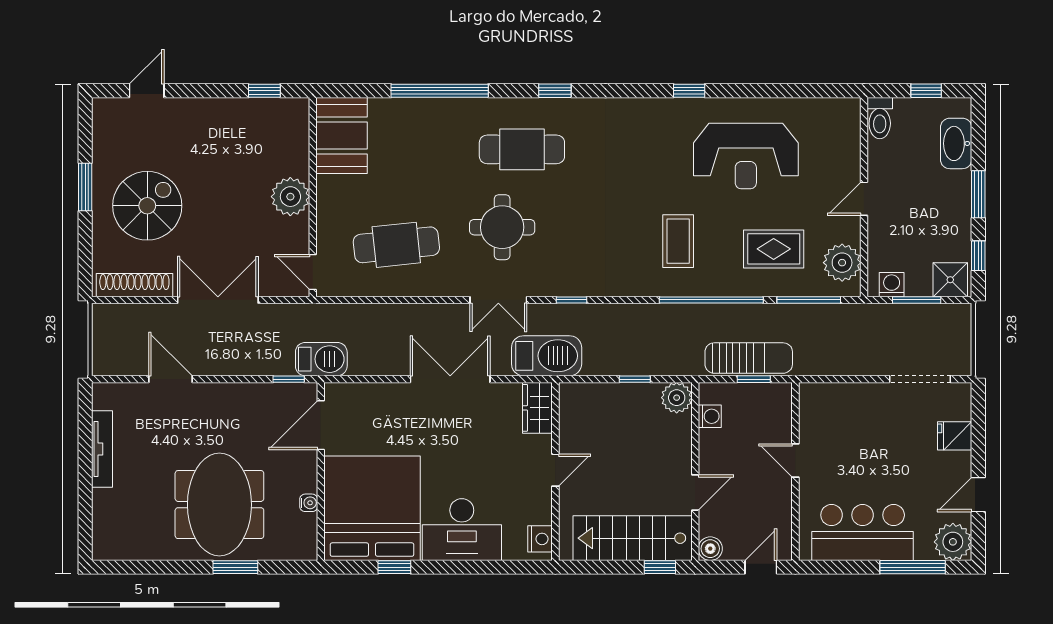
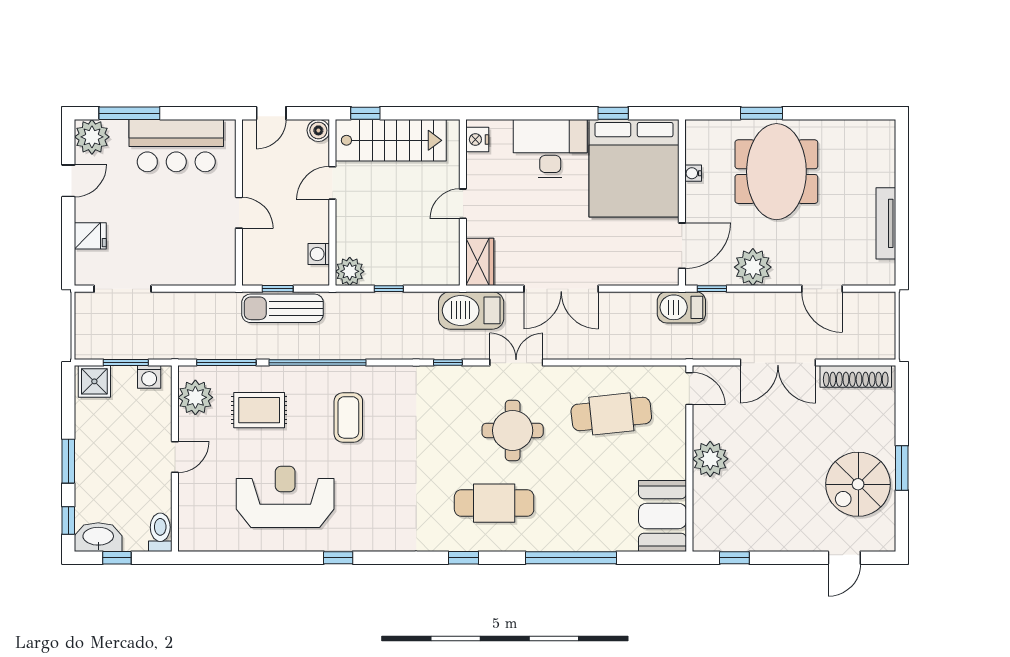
washbasin: (956, 143) -> (98, 537), moved, turned -90
spiral stairs: (147, 206) -> (858, 484), moved
window: (978, 256) -> (68, 520), moved
plant: (245, 402) -> (753, 267), added

